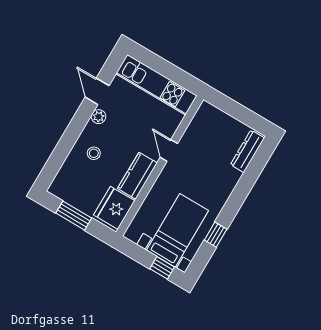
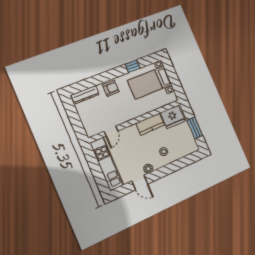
door: (97, 91) -> (140, 183), hinge flipped
door: (169, 150) -> (111, 131), moved
armchair: (222, 184) -> (111, 88), added
window: (162, 268) -> (170, 71), removed

